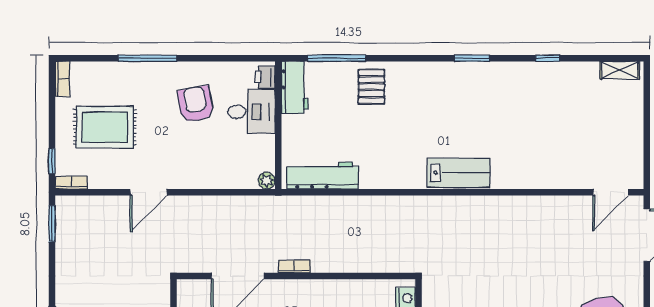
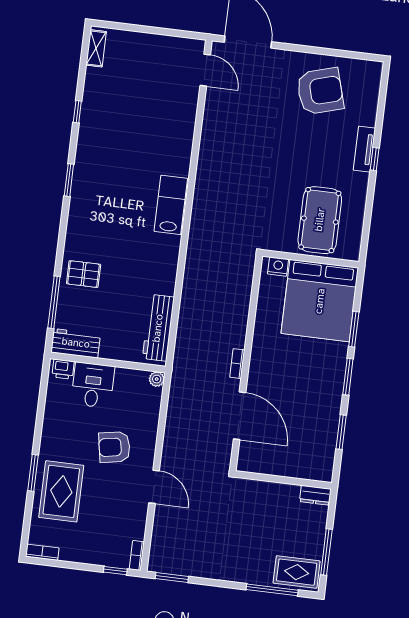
window: (148, 58) -> (33, 473), width x0.69
armchair: (196, 104) -> (114, 447), moved
rug: (105, 127) -> (61, 491), moved

